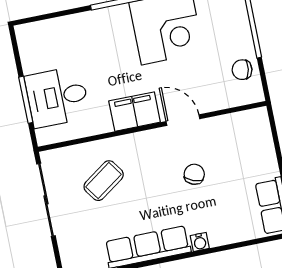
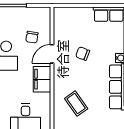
chair: (242, 70) -> (32, 37), moved

